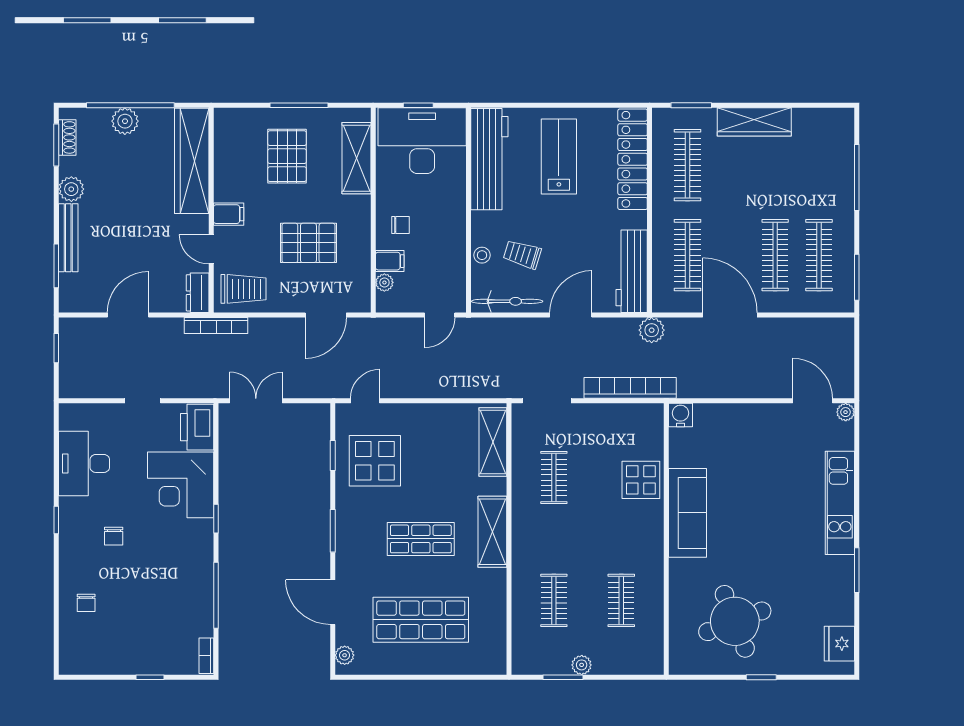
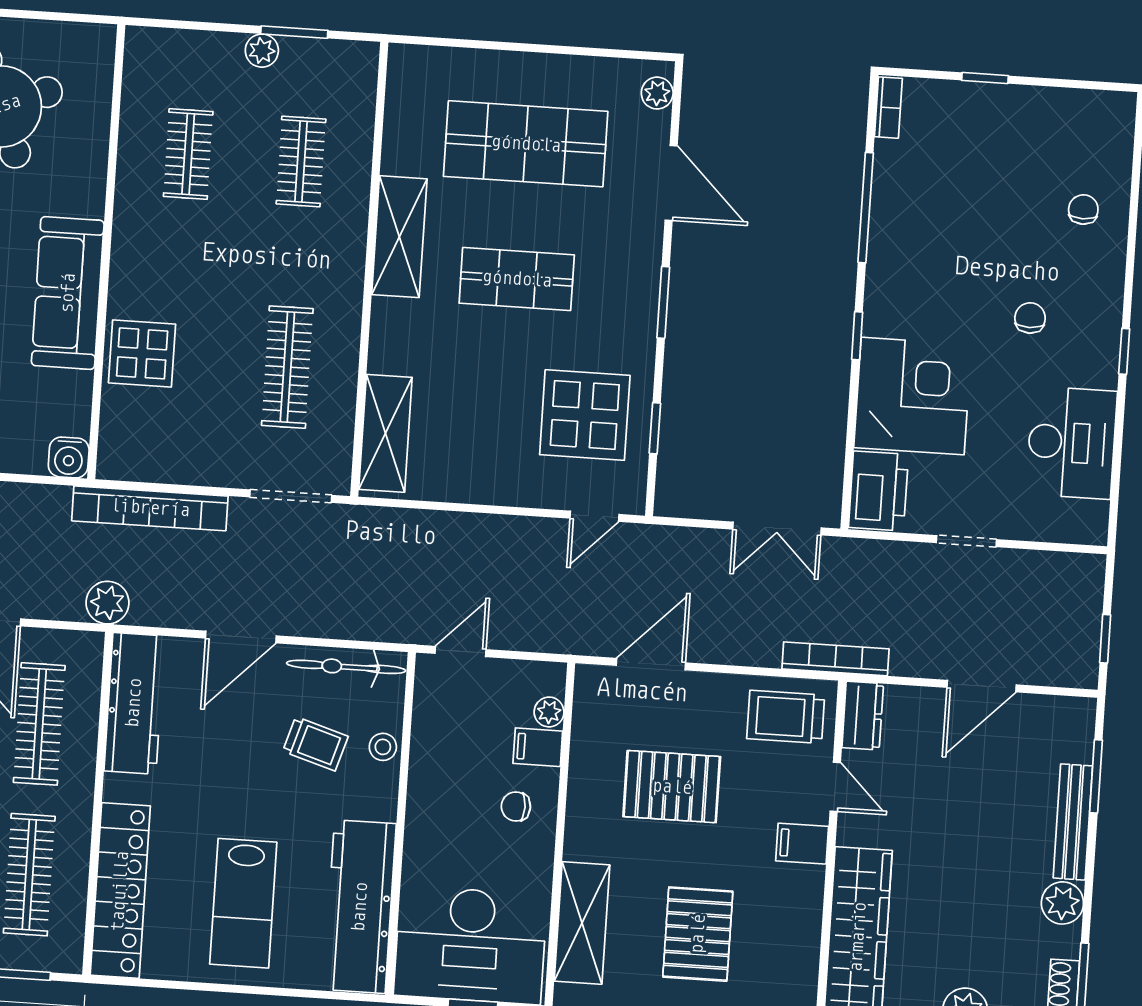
clothes rail: (554, 478) -> (287, 367), width x1.36
shelving: (492, 532) -> (399, 237), moved

